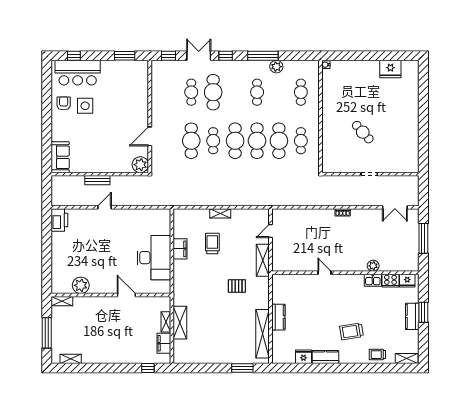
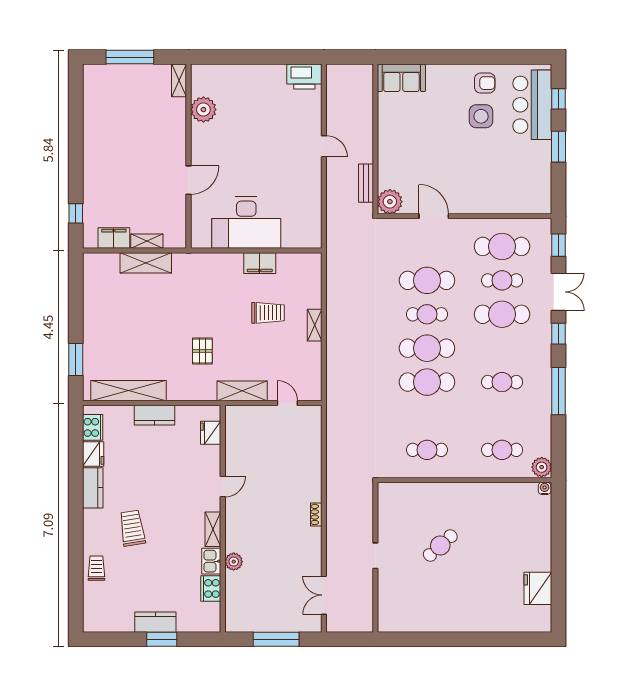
window: (125, 56) -> (558, 147), moved
plant: (276, 67) -> (542, 467), moved
cafe table: (279, 141) -> (502, 246), moved
bench: (97, 180) -> (366, 183), moved
fridge: (407, 281) -> (211, 433), moved
cooker: (286, 357) -> (93, 427), added
shelving: (407, 358) -> (213, 529), moved
shelving: (71, 359) -> (90, 94), removed

